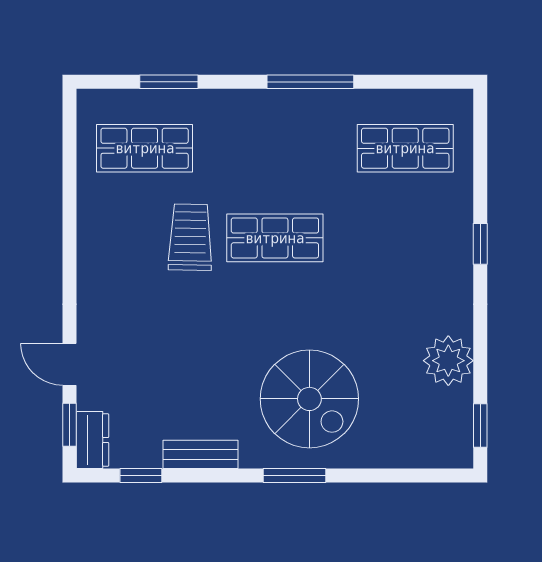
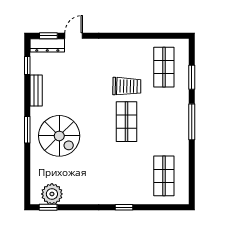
window: (310, 82) -> (192, 122), moved
plant: (448, 361) -> (52, 194), moved
spiral stairs: (309, 399) -> (59, 136), turned -90
dresser: (92, 440) -> (47, 45), width x1.44

